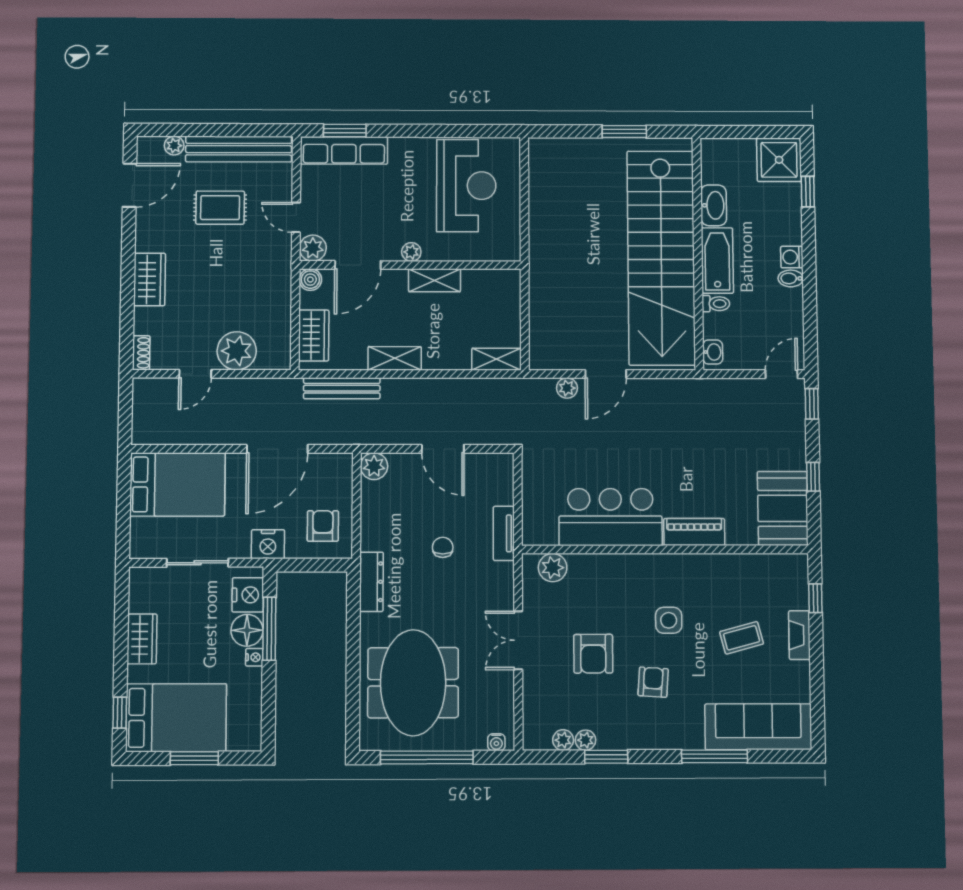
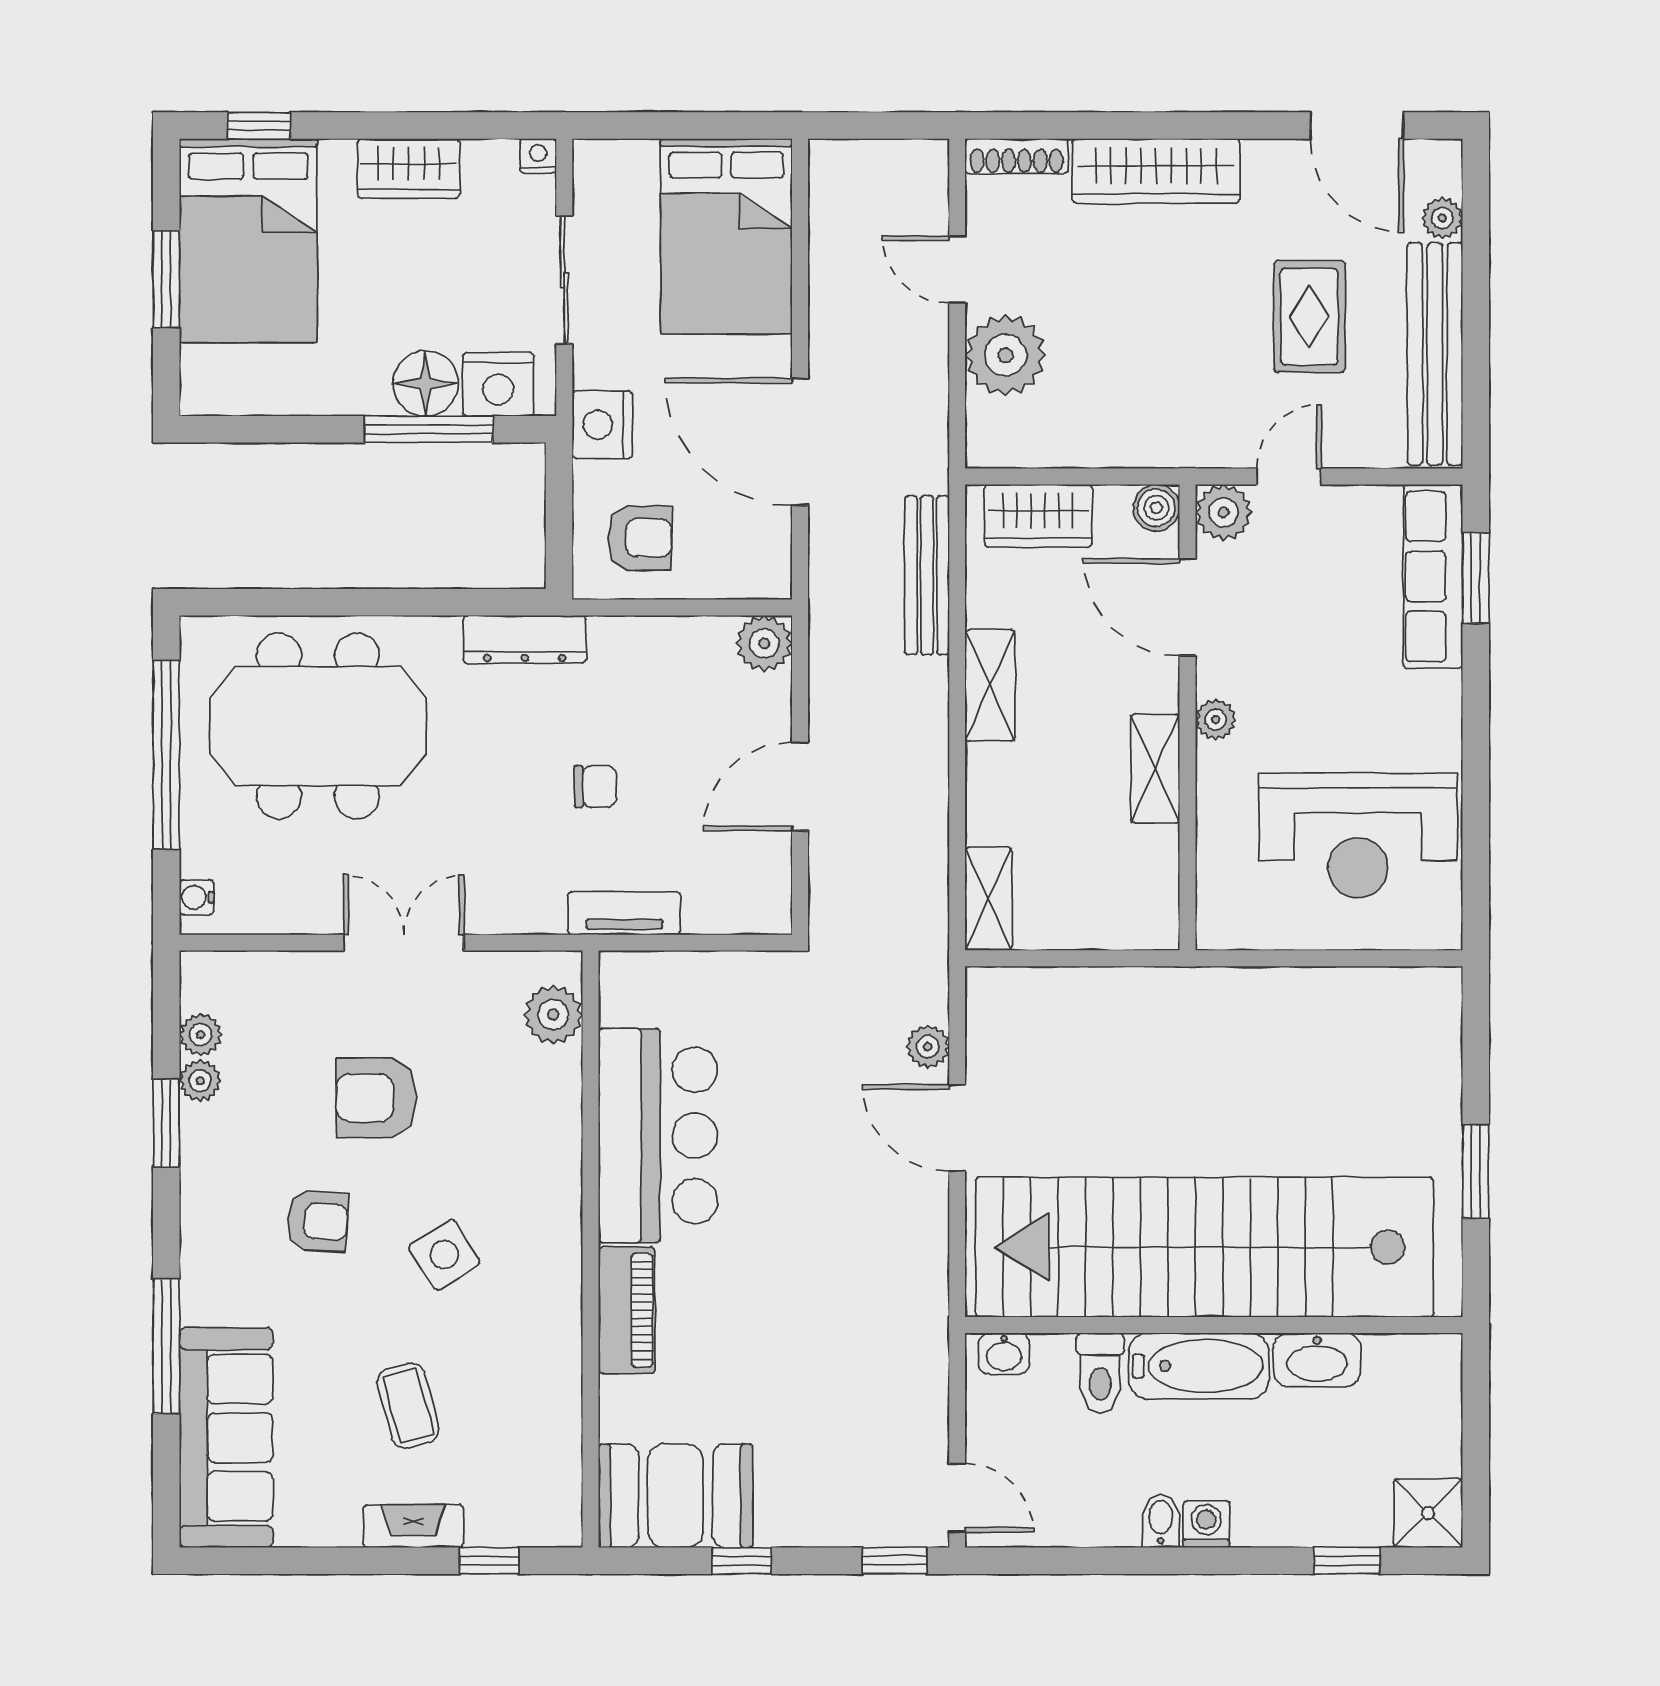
shower: (779, 160) -> (1428, 1513), width x0.73, depth x0.73
wardrobe: (150, 279) -> (1156, 171), width x1.50
toilet: (716, 304) -> (1100, 1373), width x1.37, depth x1.39
shoe rack: (141, 353) -> (1017, 156), width x1.43
side table: (669, 620) -> (444, 1255), turned -33
nightstand: (254, 657) -> (538, 156), moved, turned 180

